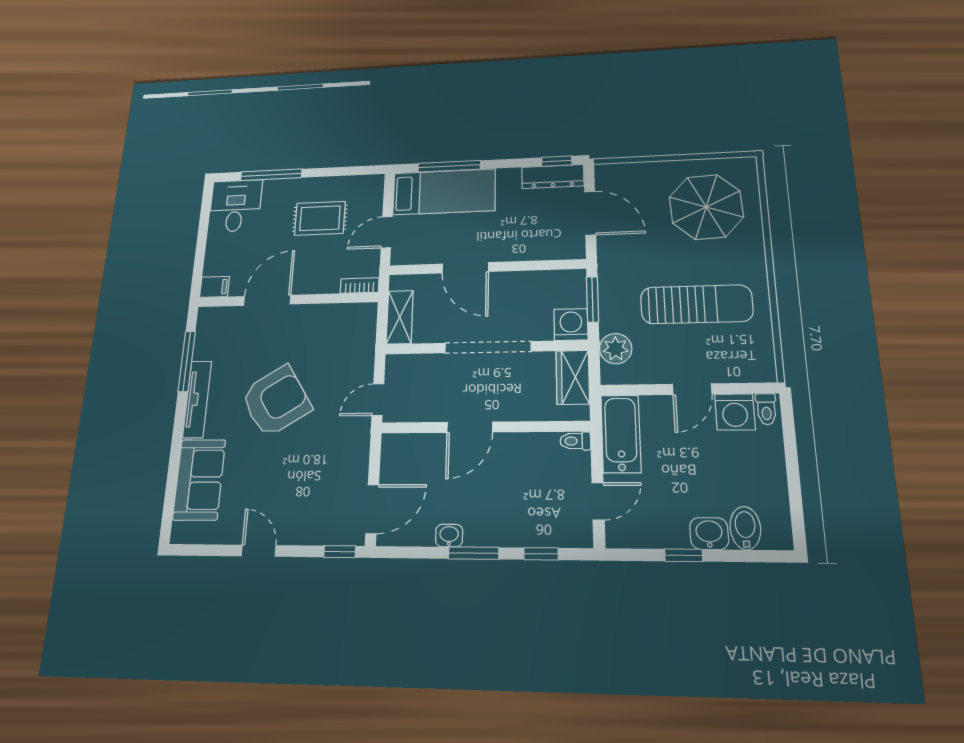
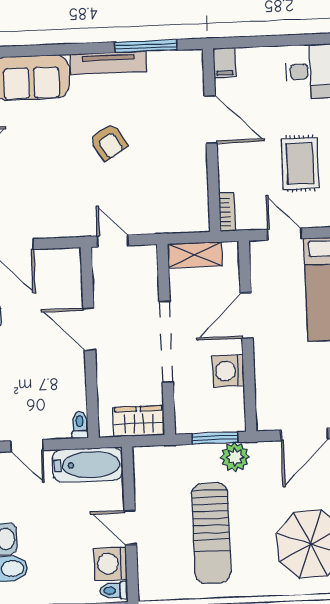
washing machine: (571, 325) -> (228, 371), moved, turned 180
plant: (616, 349) -> (235, 457), moved
armchair: (276, 401) -> (109, 142), width x0.53, depth x0.53

